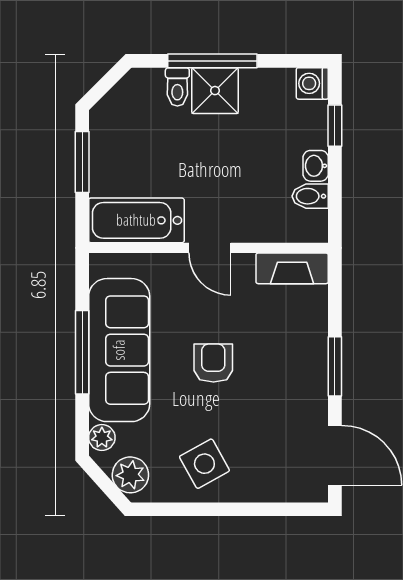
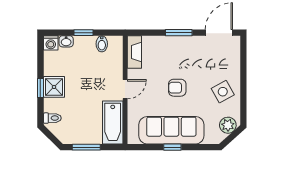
window: (212, 61) -> (40, 88), width x0.46
toilet: (177, 87) -> (52, 118), moved
window: (335, 126) -> (84, 33), moved
washbasin: (316, 166) -> (66, 41), moved
window: (82, 352) -> (172, 147), width x0.46
plant: (102, 438) -> (211, 138), removed

